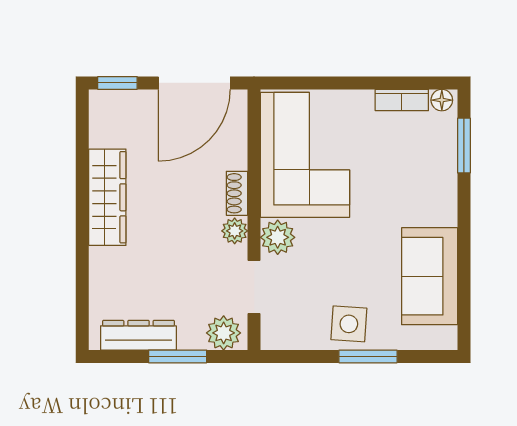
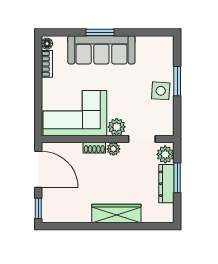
window: (464, 146) -> (100, 32), moved
wardrobe: (107, 197) -> (116, 214), moved
sofa: (430, 276) -> (101, 50), moved, width x1.36
dresser: (138, 335) -> (166, 184), moved

